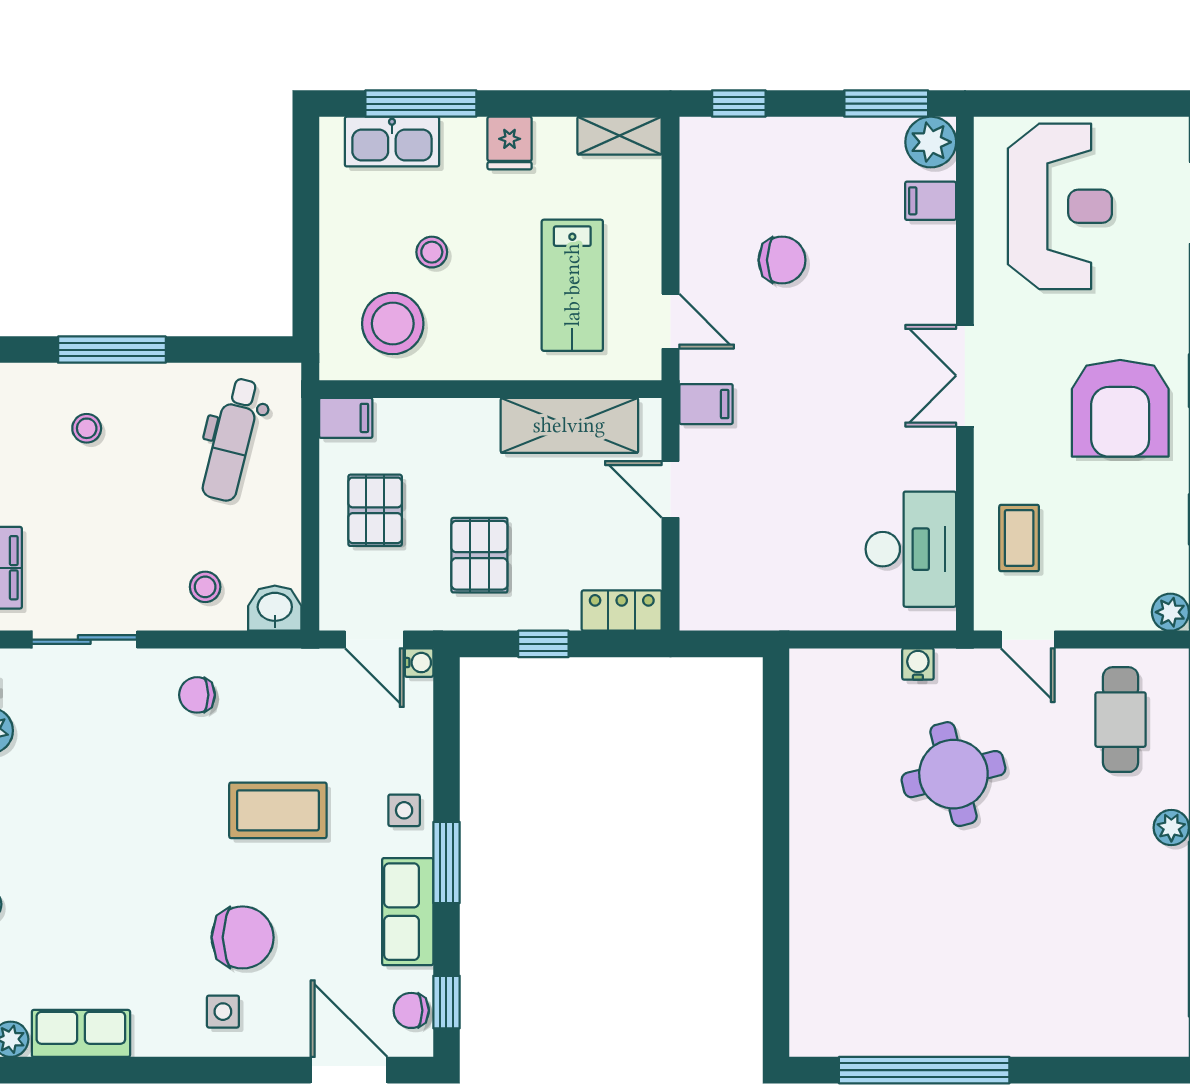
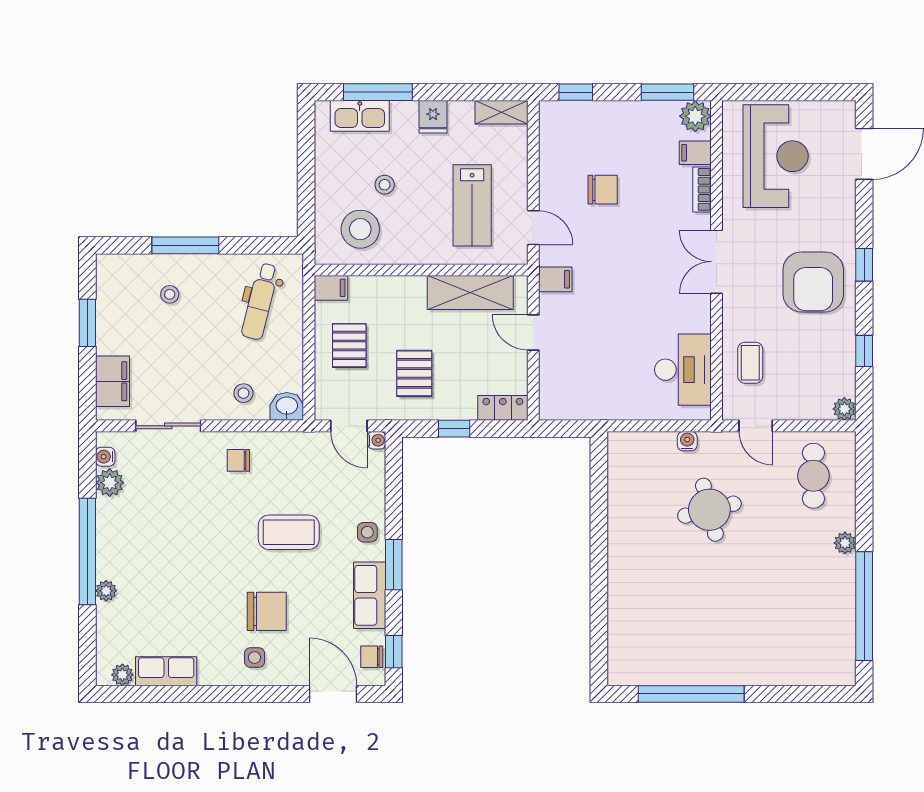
bookcase: (942, 260) -> (702, 189), added

